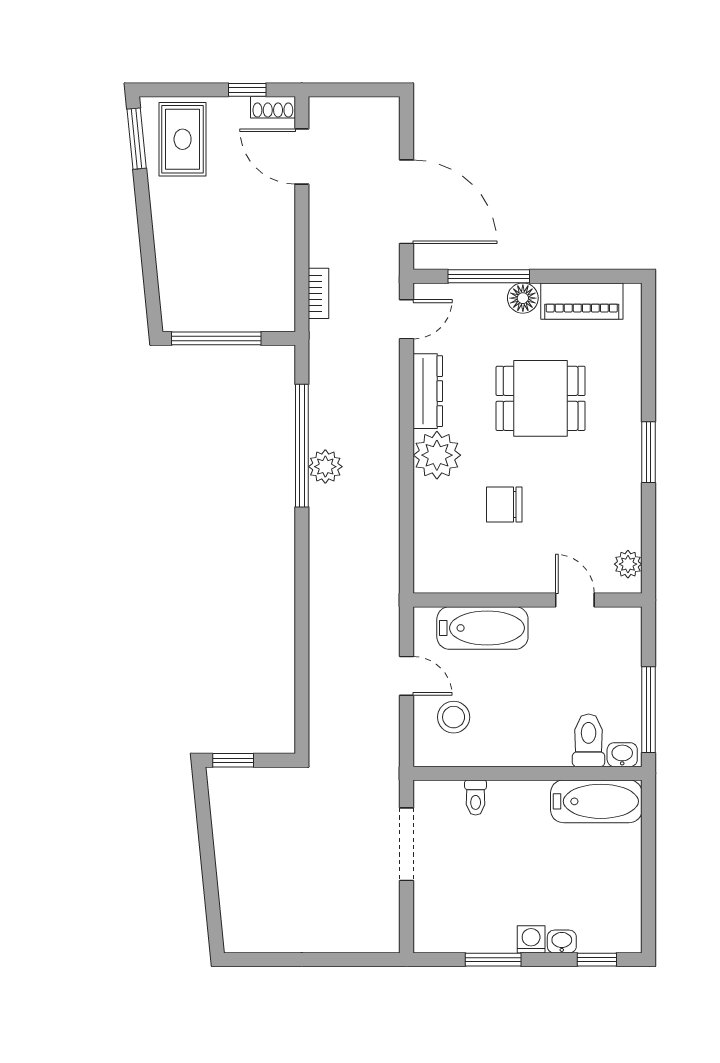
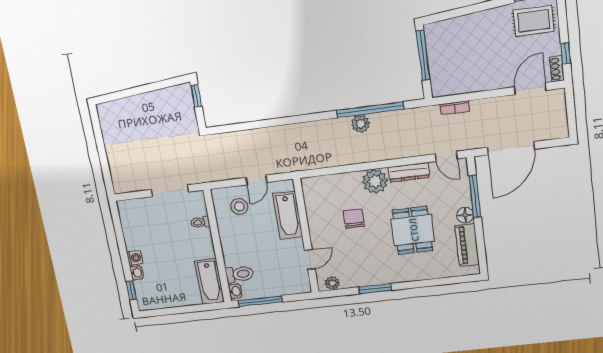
window: (648, 452) -> (375, 289), moved
window: (493, 960) -> (121, 241), removed

